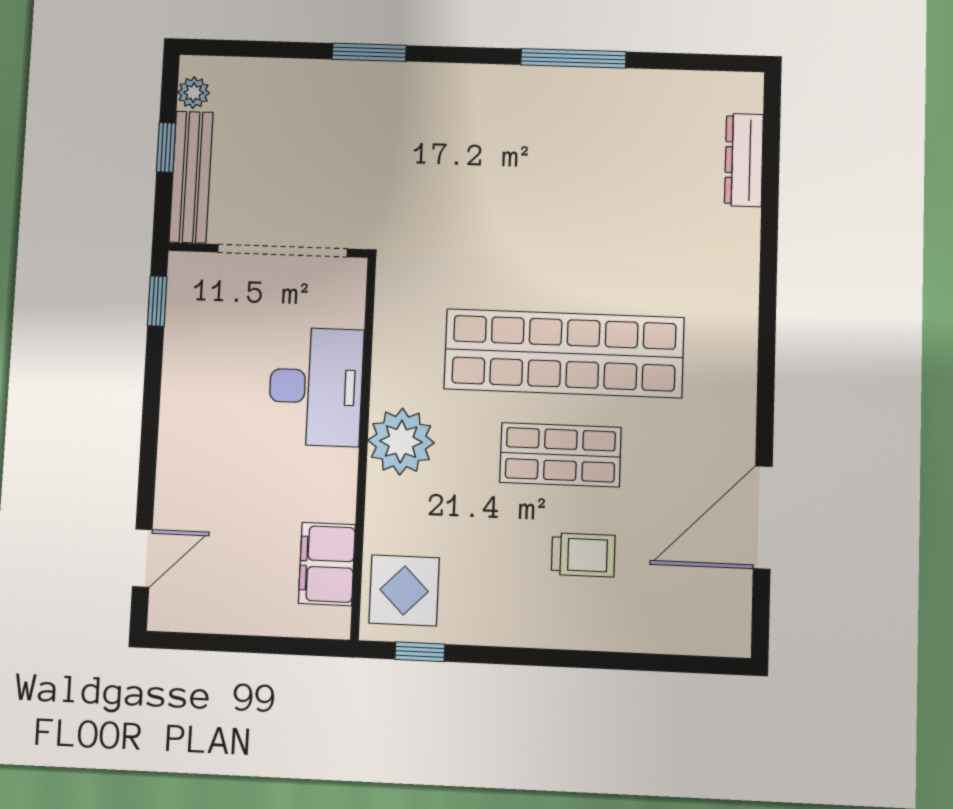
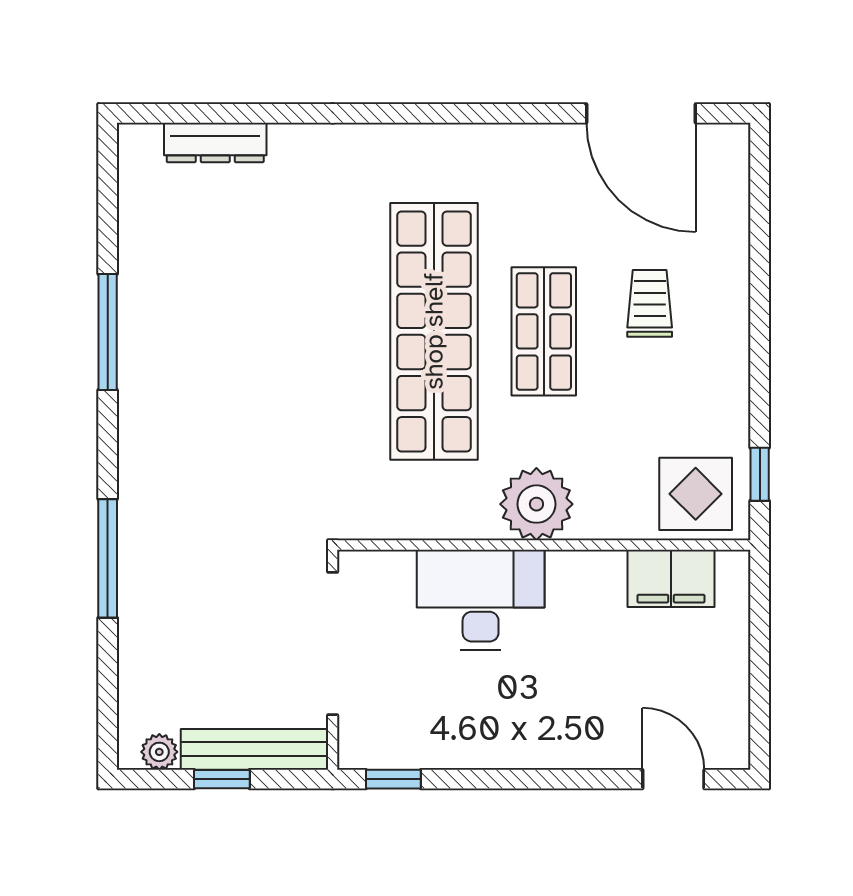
window: (369, 52) -> (108, 558), width x1.44
door: (763, 517) -> (641, 113), moved

